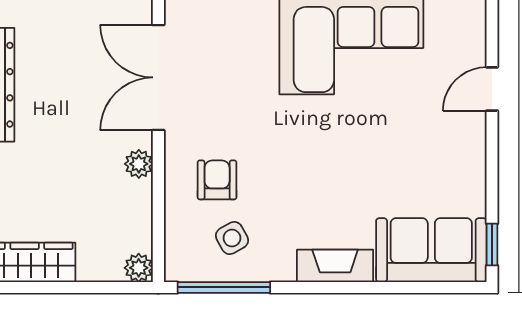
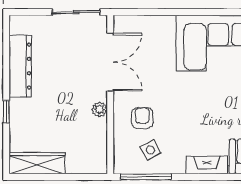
double door: (158, 77) -> (110, 62), swing flipped
plant: (139, 268) -> (99, 166), removed

